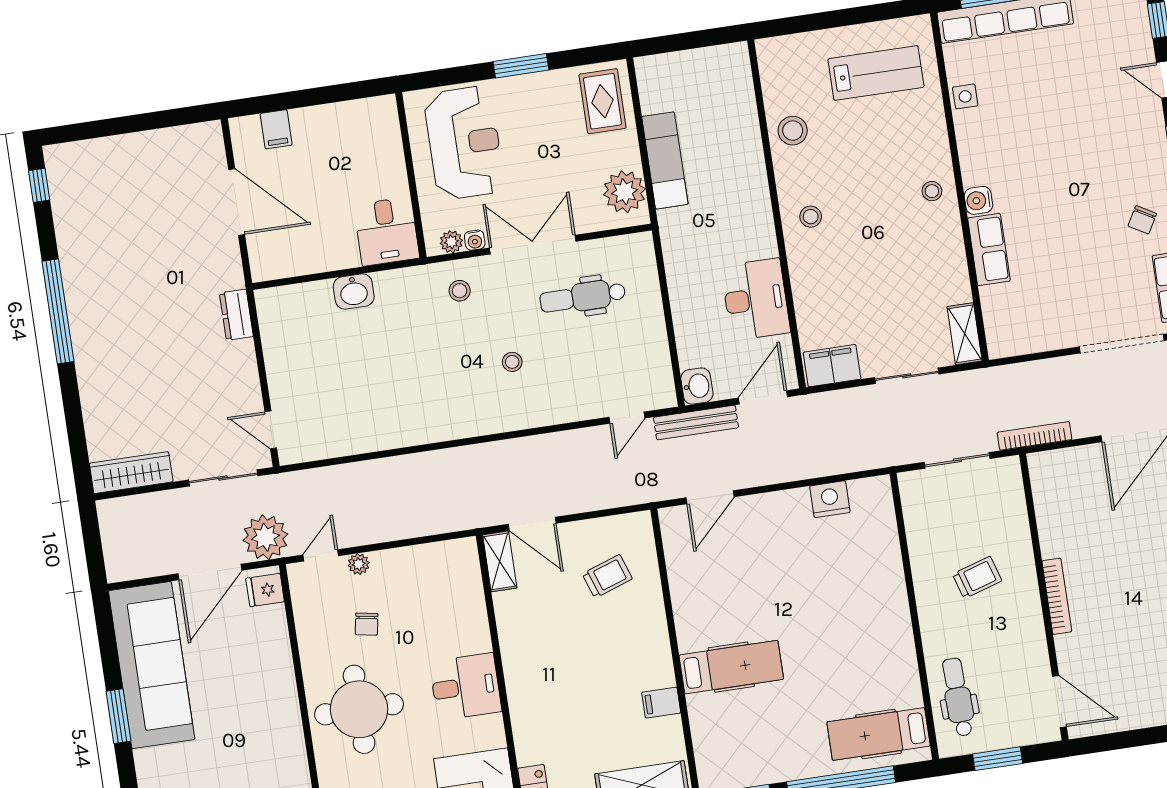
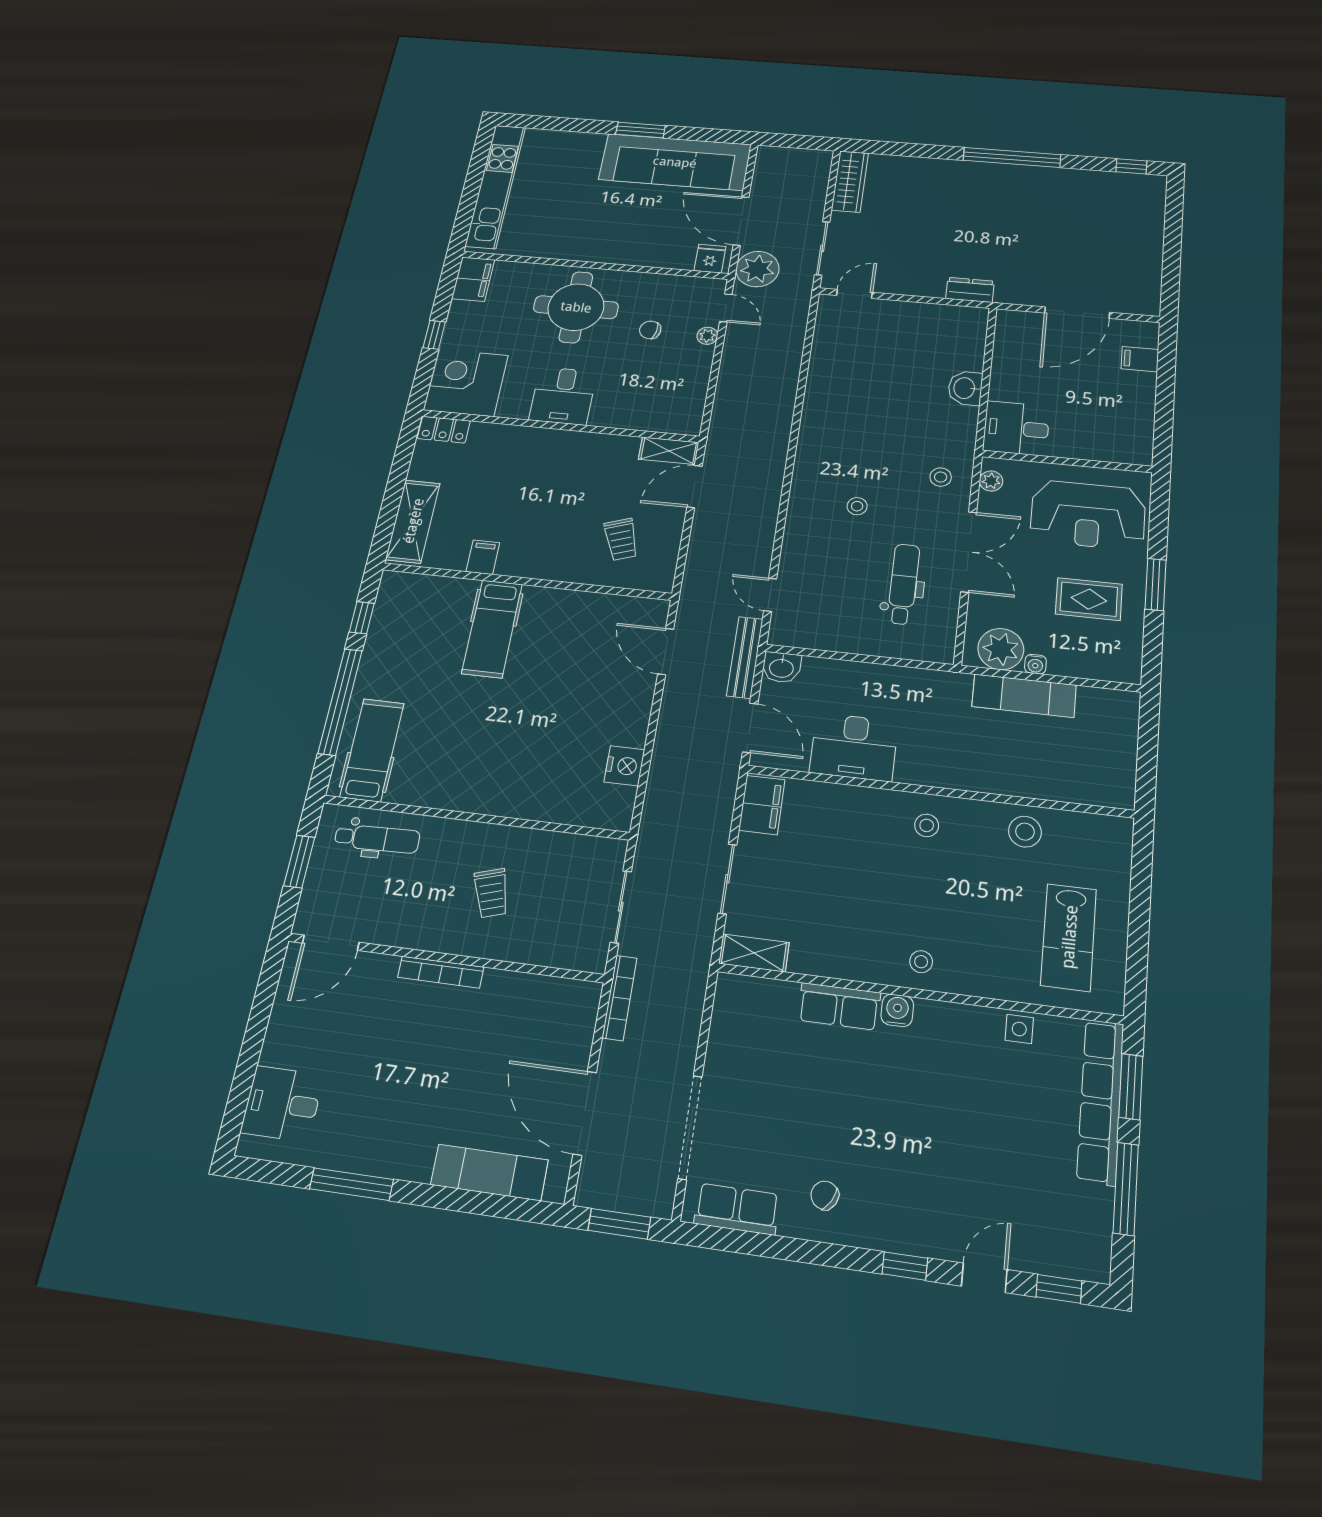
rug: (603, 101) -> (1089, 599), moved
water cooler: (475, 240) -> (1035, 664), moved, turned -90

